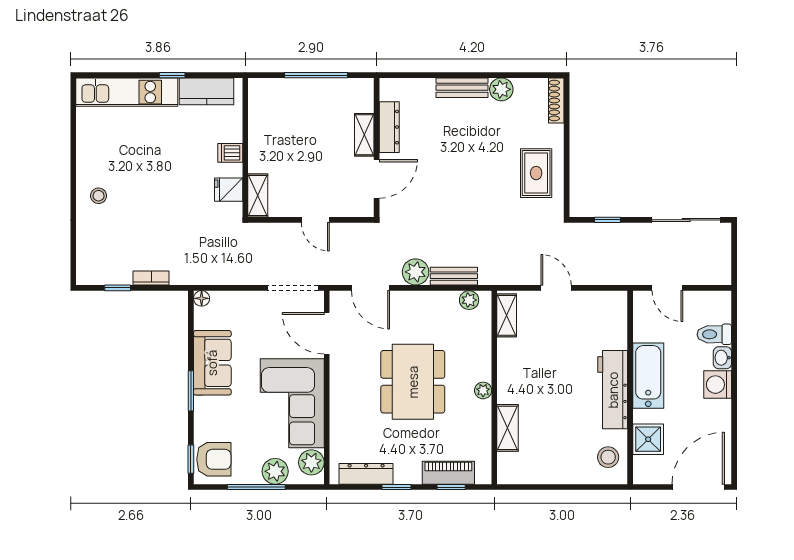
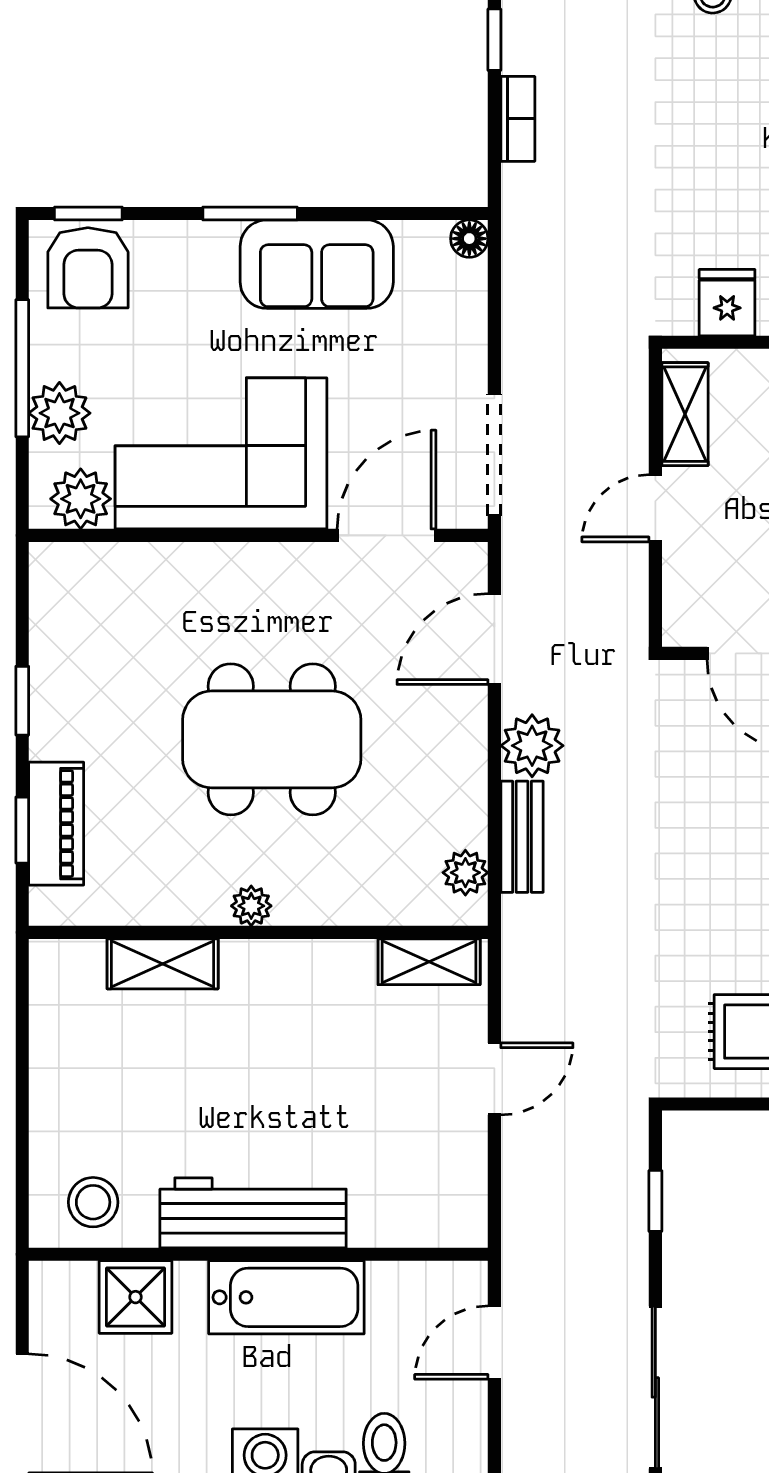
shelving: (258, 196) -> (685, 414), moved, turned 90
dresser: (366, 474) -> (54, 629), removed

